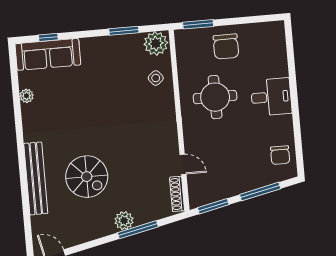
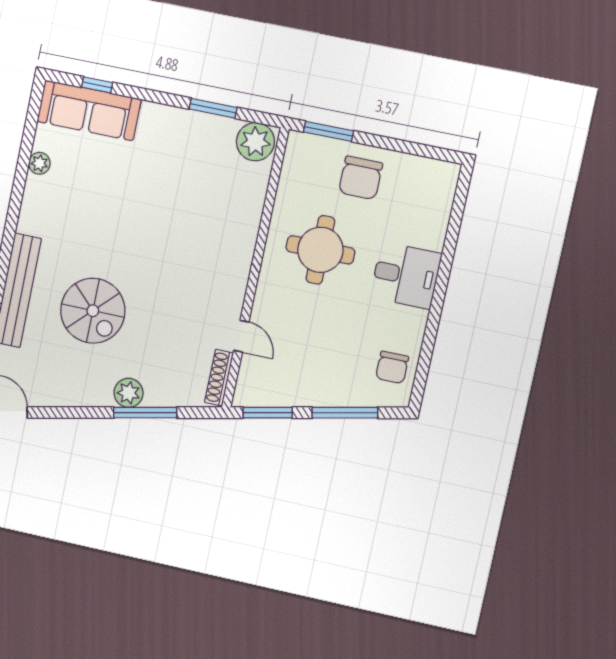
side table: (156, 78) -> (240, 194), removed

